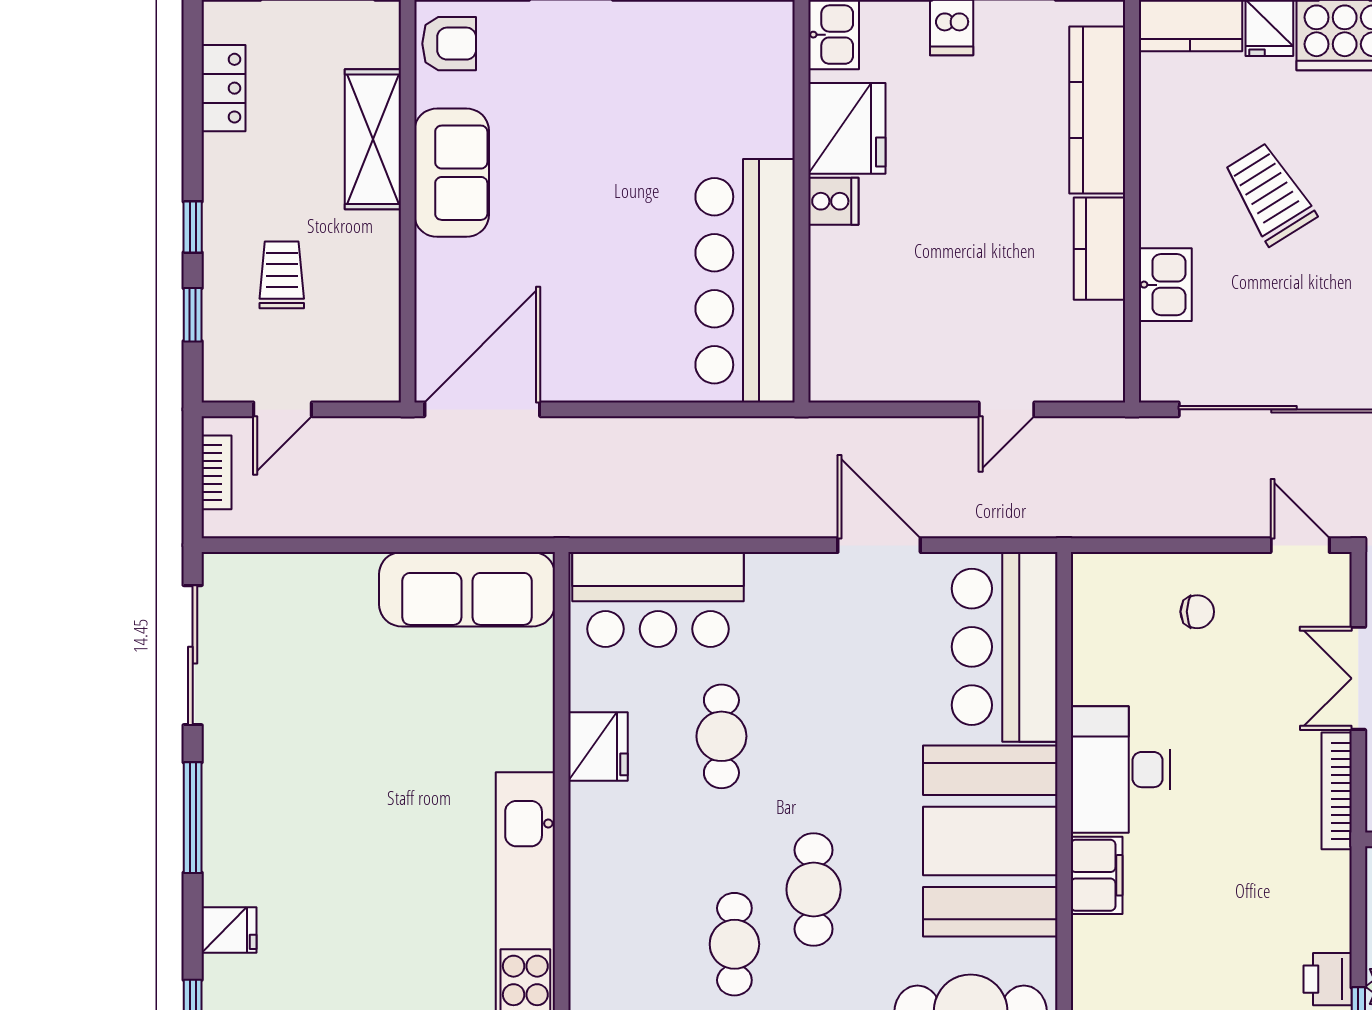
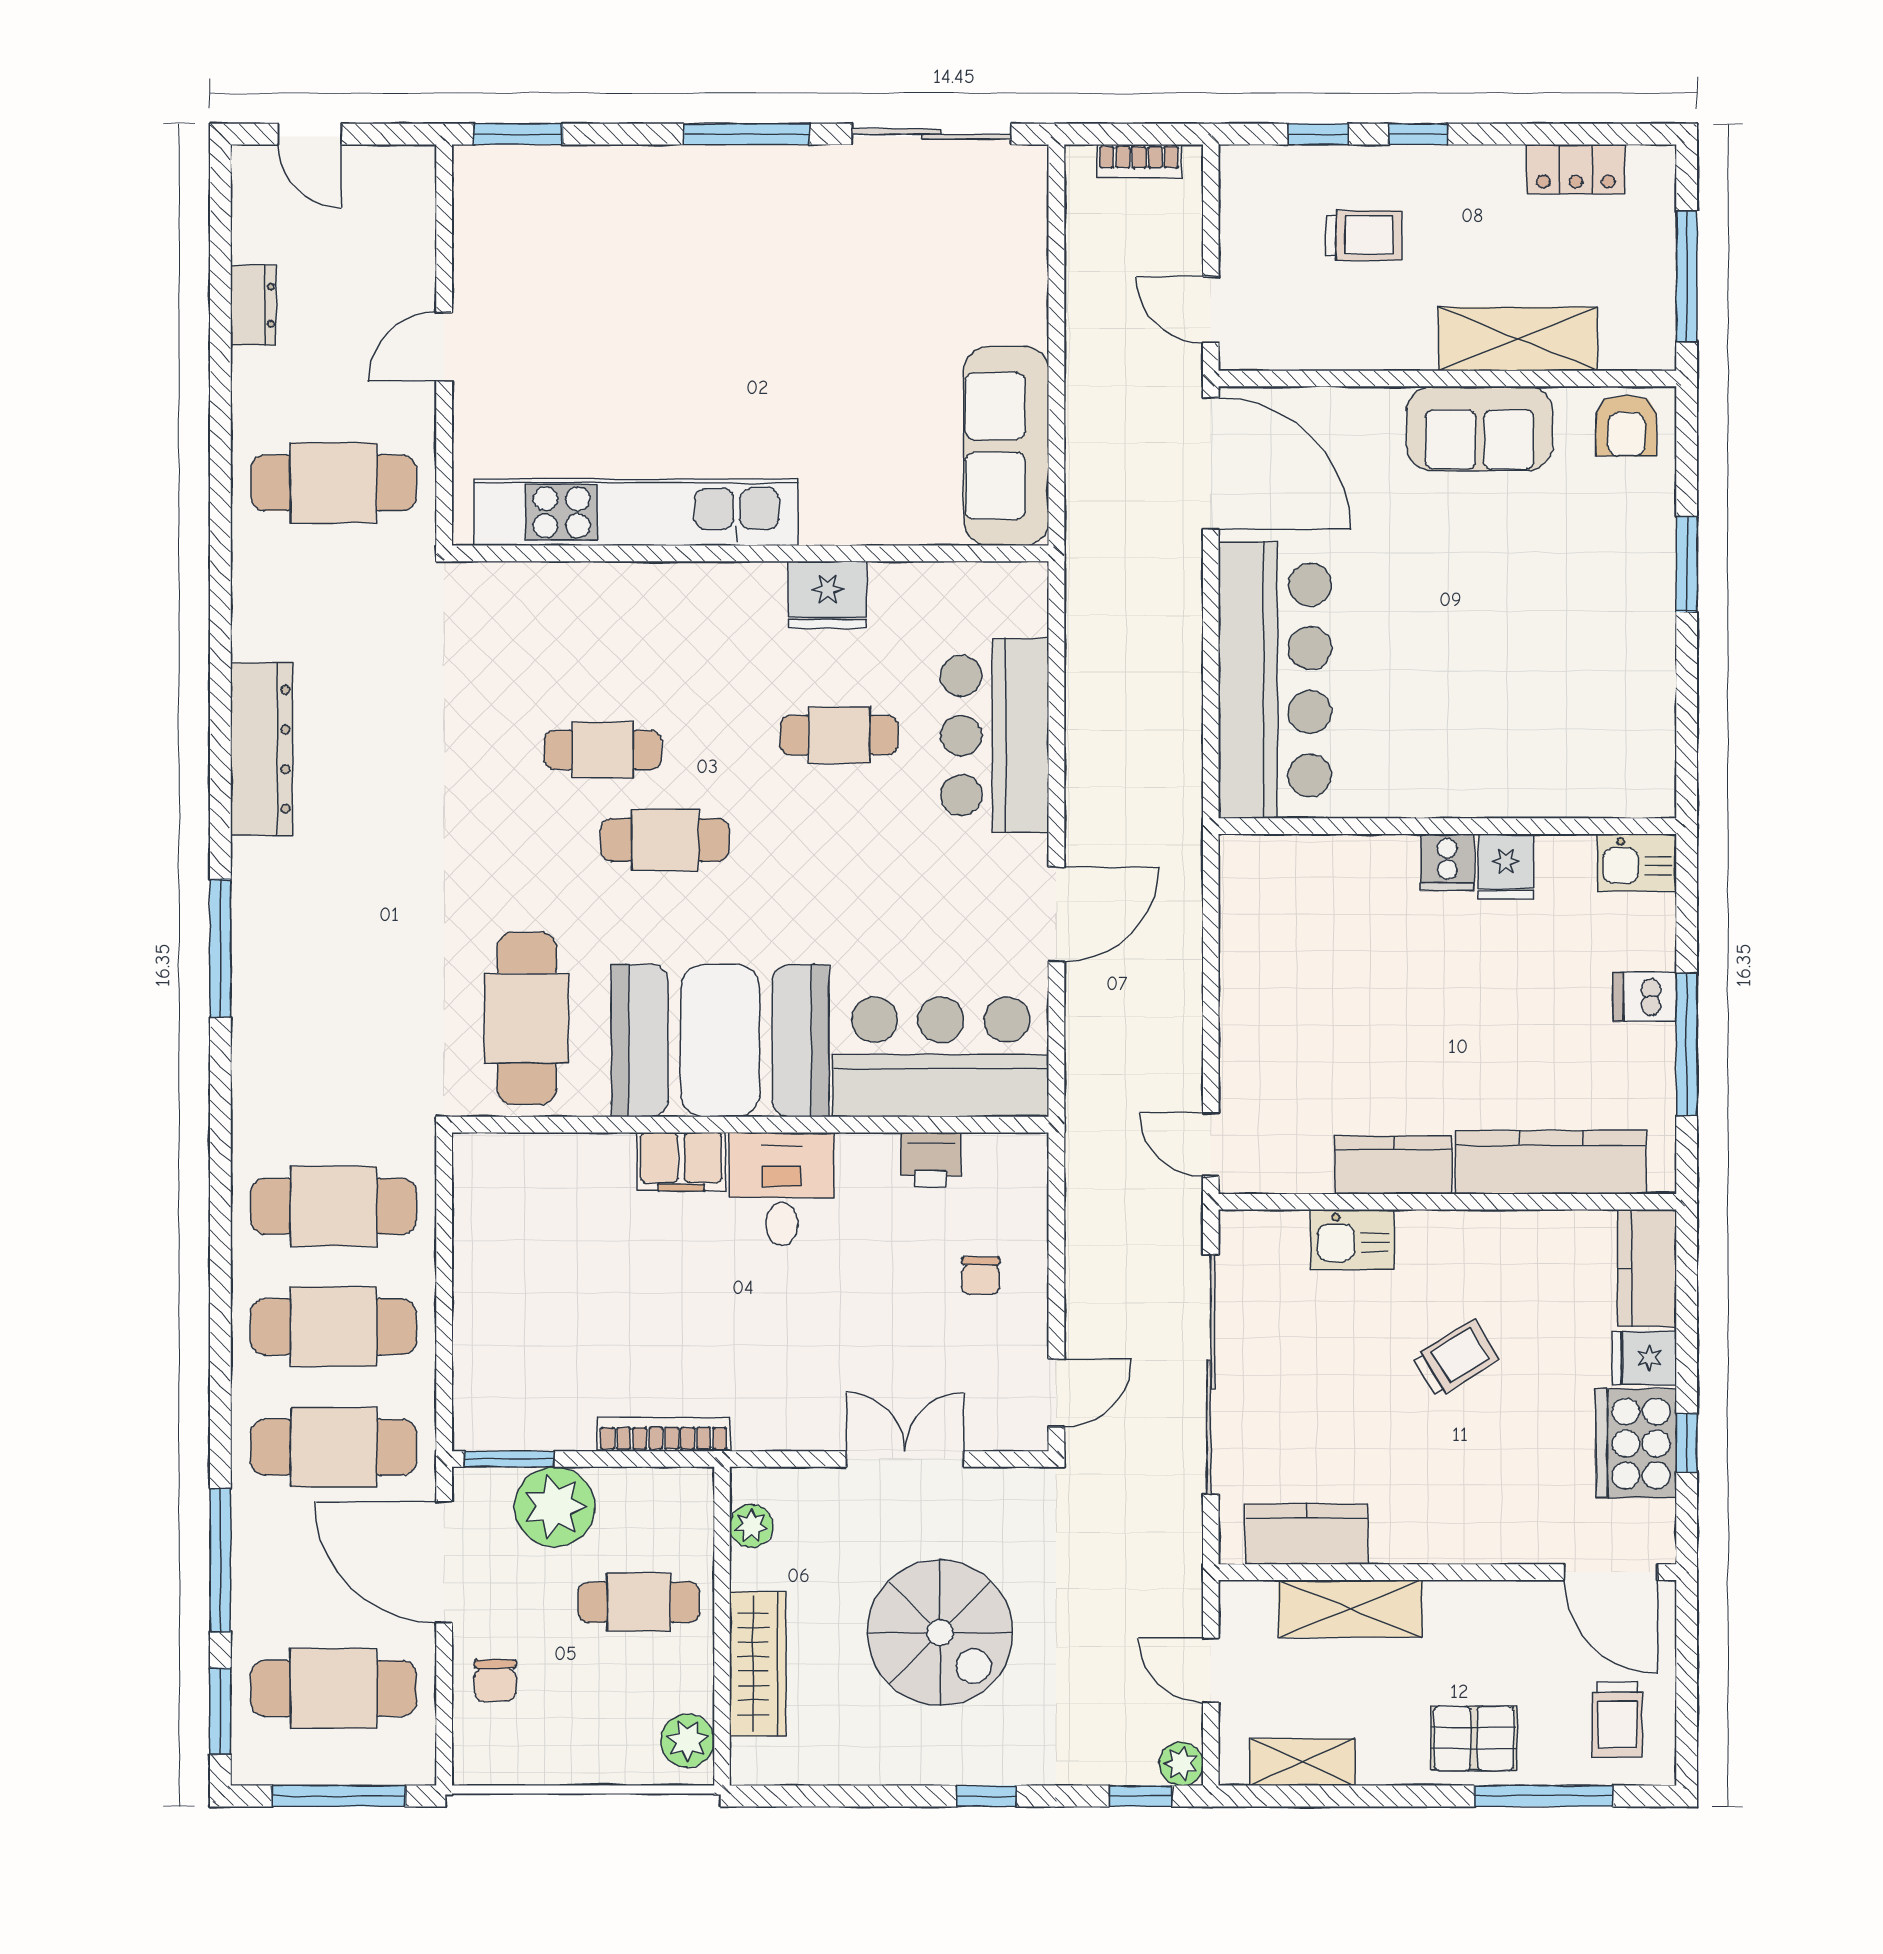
fridge: (847, 128) -> (1506, 867), width x0.53, depth x0.75
trolley: (1270, 194) -> (1456, 1358), width x0.73, depth x0.72
bar counter: (745, 281) -> (1275, 680), moved, turned 90
door: (283, 409) -> (1211, 310), moved
door: (1007, 409) -> (1211, 1144), moved
bar counter: (658, 599) -> (995, 736), moved
desk: (1121, 770) -> (782, 1189), width x0.73
bookcase: (1337, 791) -> (664, 1434), moved
fridge: (229, 930) -> (619, 175), removed
printer: (1328, 979) -> (931, 1159), moved, turned 180

